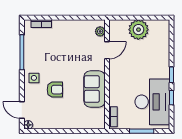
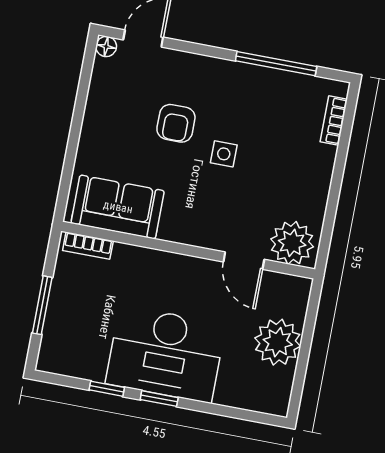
plant: (100, 31) -> (292, 243), width x1.88, depth x1.88
side table: (34, 78) -> (224, 154), moved
sofa: (95, 89) -> (118, 207), moved
desk: (152, 102) -> (166, 354), moved

